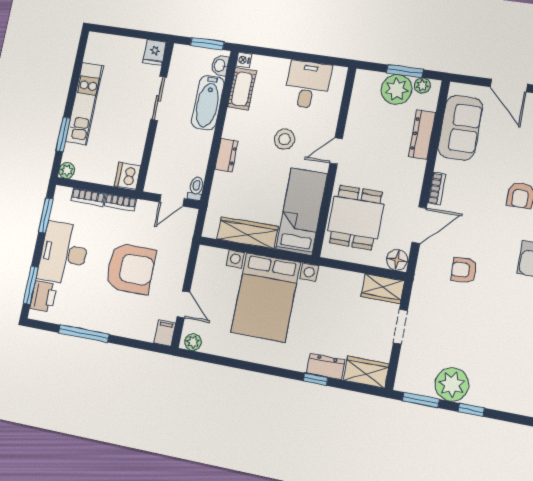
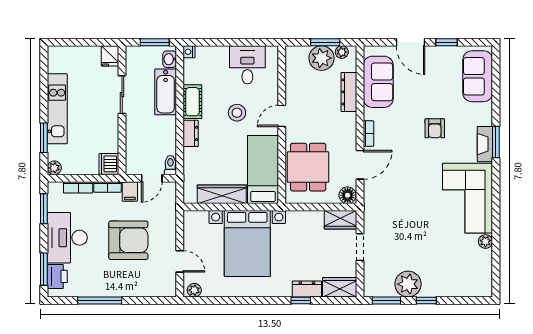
cot: (242, 89) -> (192, 102), moved
armchair: (464, 270) -> (401, 194), removed
filing cabinet: (165, 333) -> (130, 191), moved, turned 180

